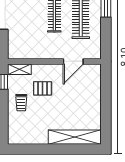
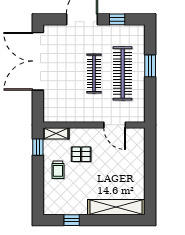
door: (73, 61) -> (115, 125), hinge flipped
window: (34, 149) -> (72, 220), added

